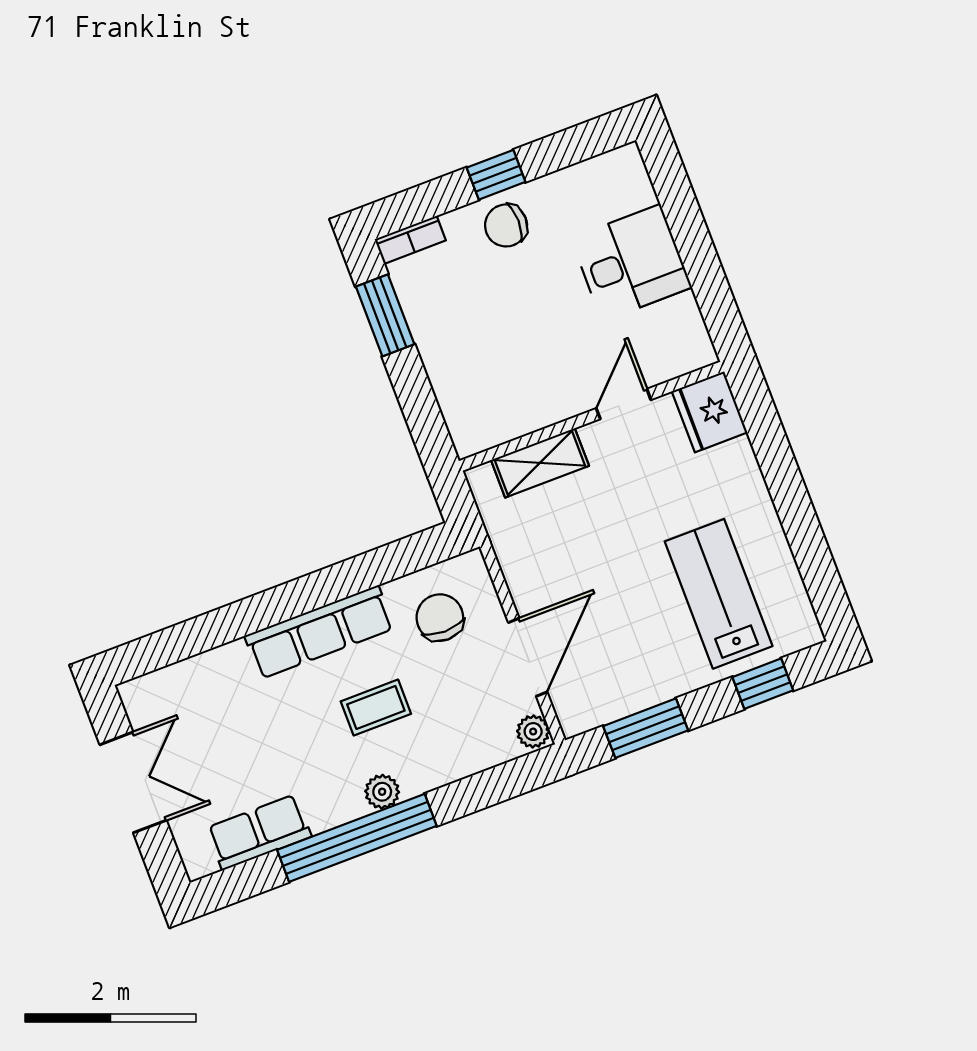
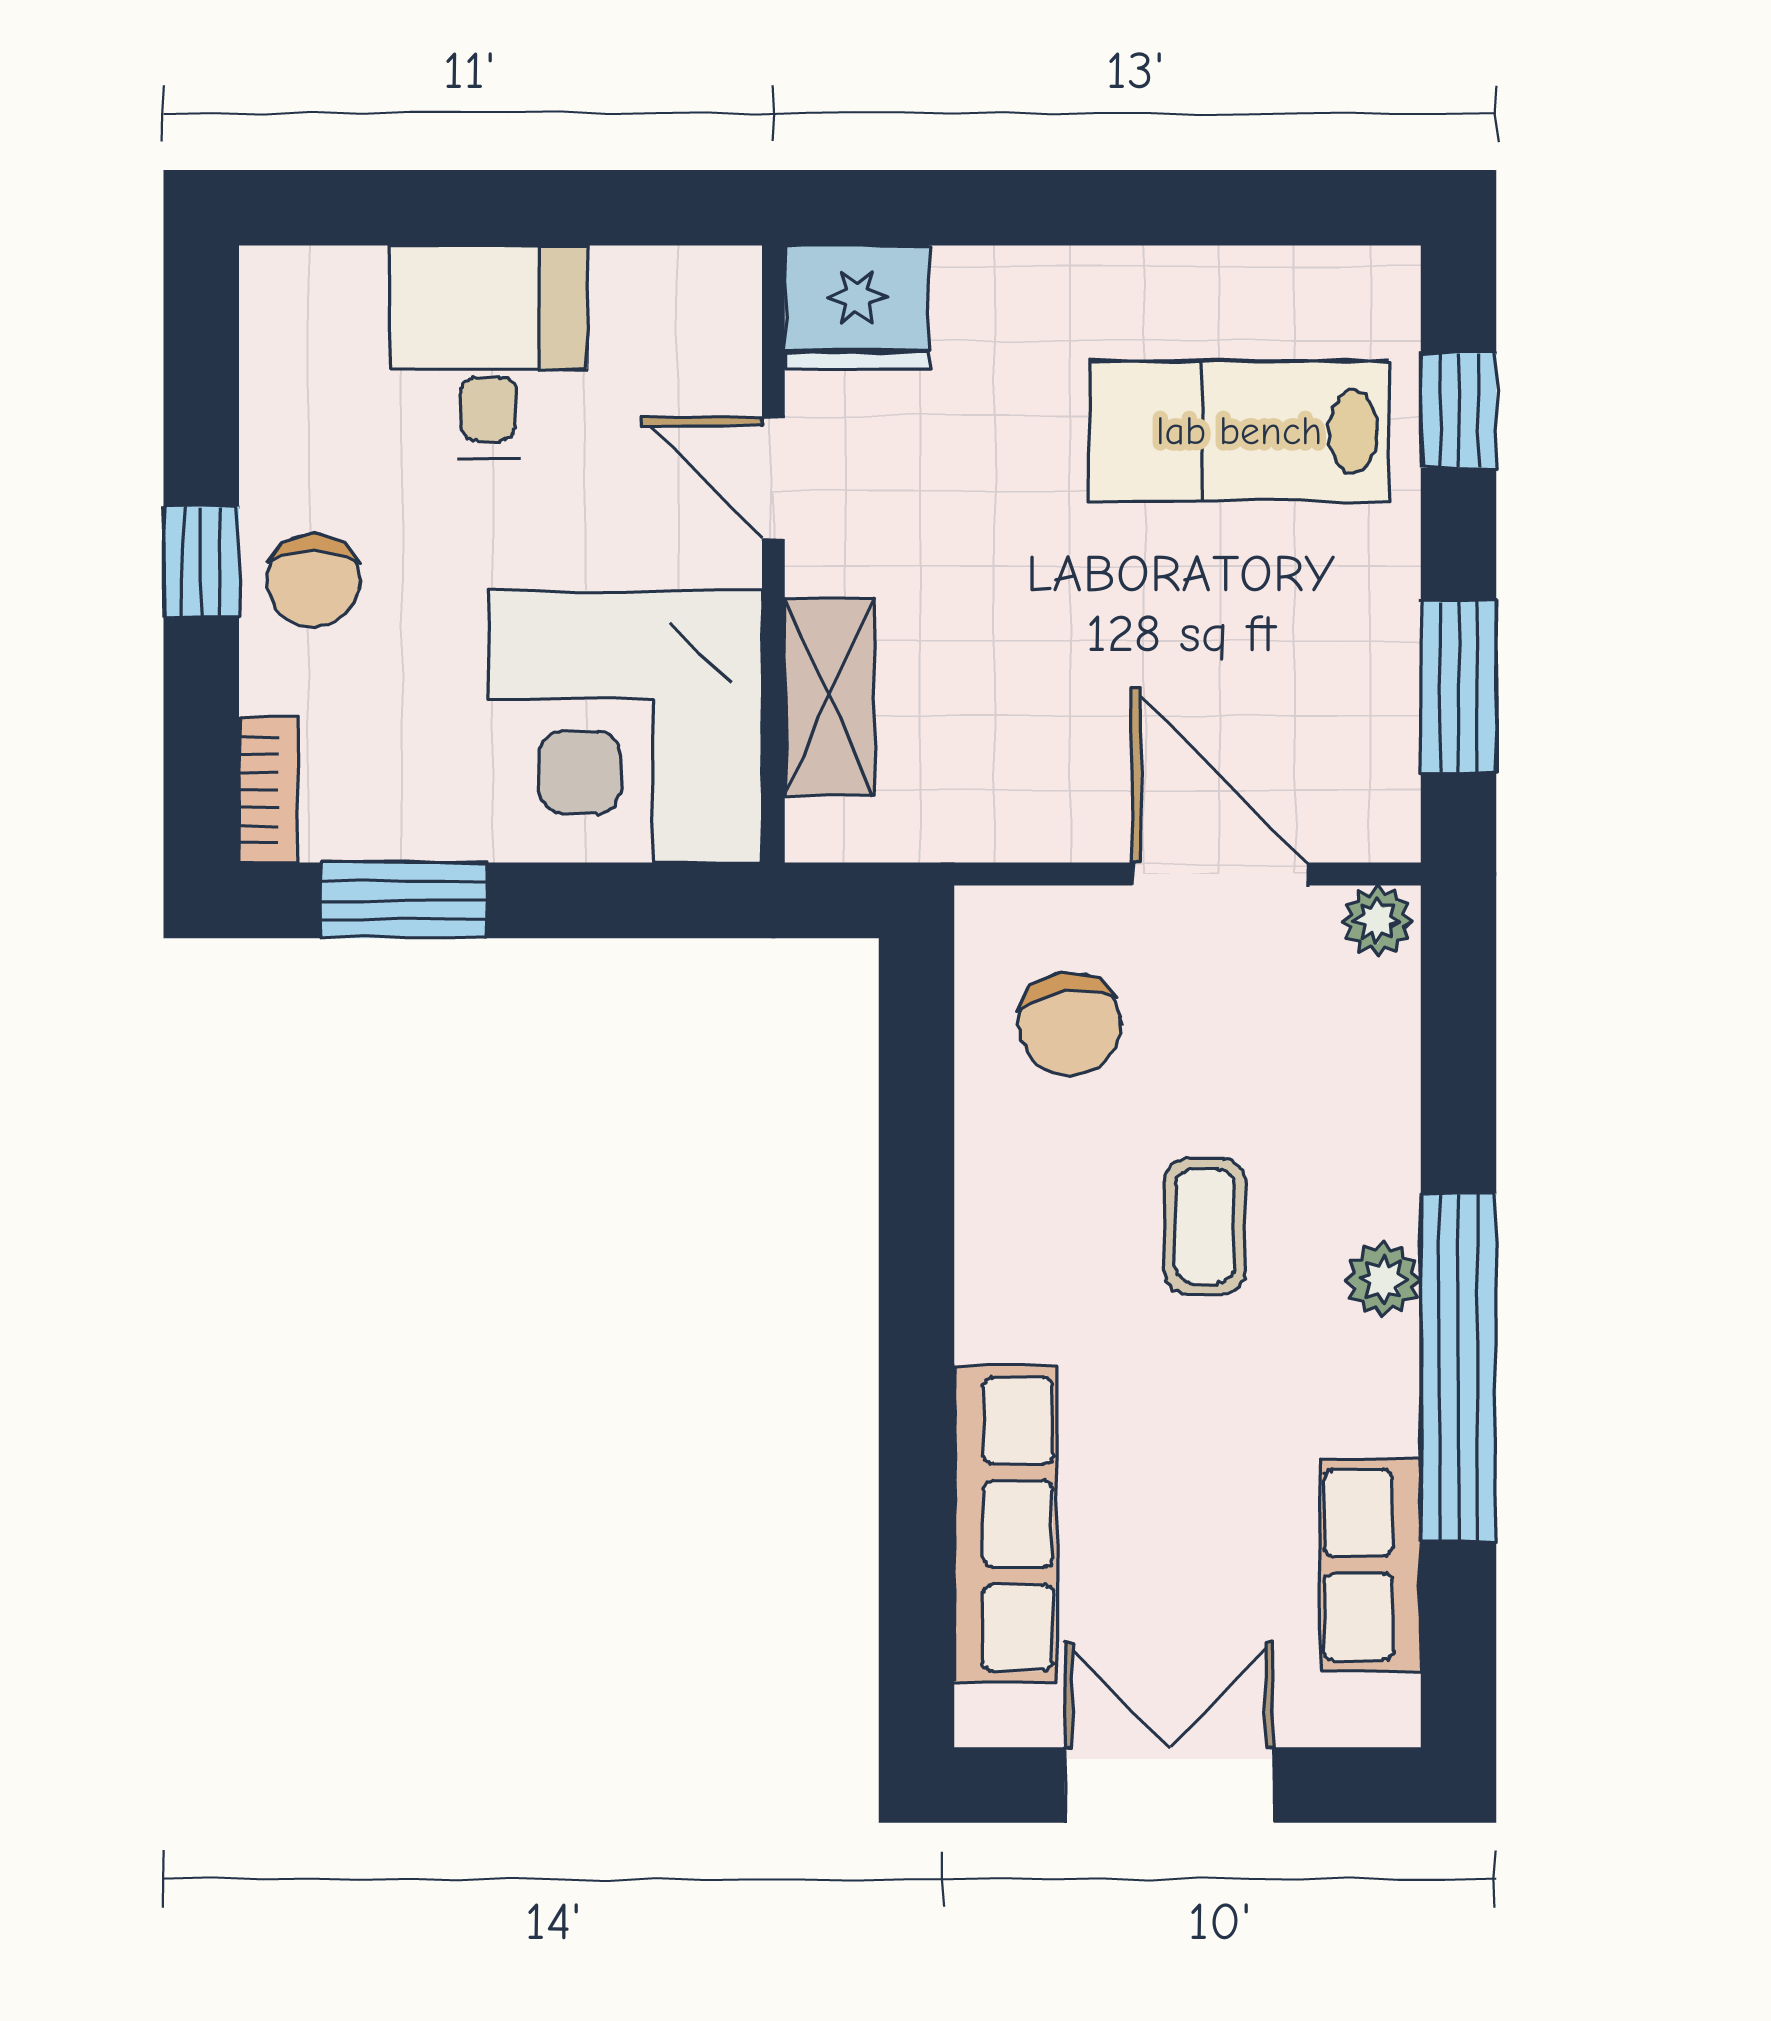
corner desk: (495, 381) -> (626, 727), added
chair: (440, 618) -> (1070, 1024), turned -98
row of seats: (319, 632) -> (1005, 1524), moved

